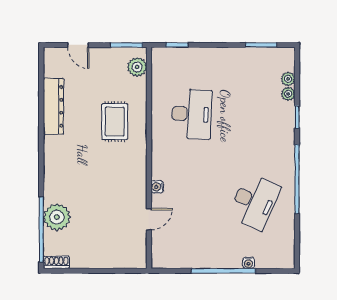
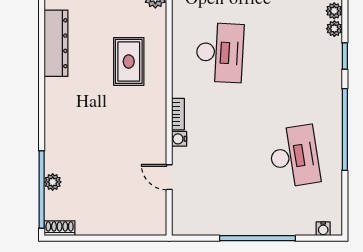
bookcase: (156, 166) -> (178, 114), added
desk: (254, 202) -> (294, 156), turned -33
plant: (57, 217) -> (53, 182), width x0.53, depth x0.53
door: (149, 219) -> (169, 177), swing flipped
water cooler: (249, 263) -> (323, 229), moved

